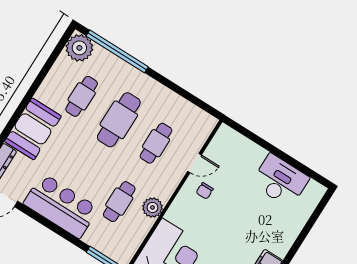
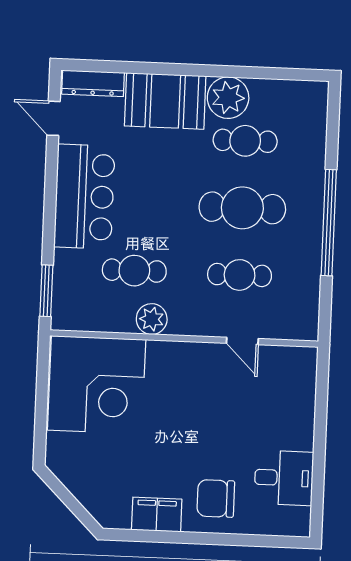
plant: (79, 48) -> (228, 98), moved
window: (117, 51) -> (329, 223), moved
desk: (280, 181) -> (284, 478), width x0.73
chair: (205, 191) -> (216, 498), moved, width x1.87, depth x1.87

